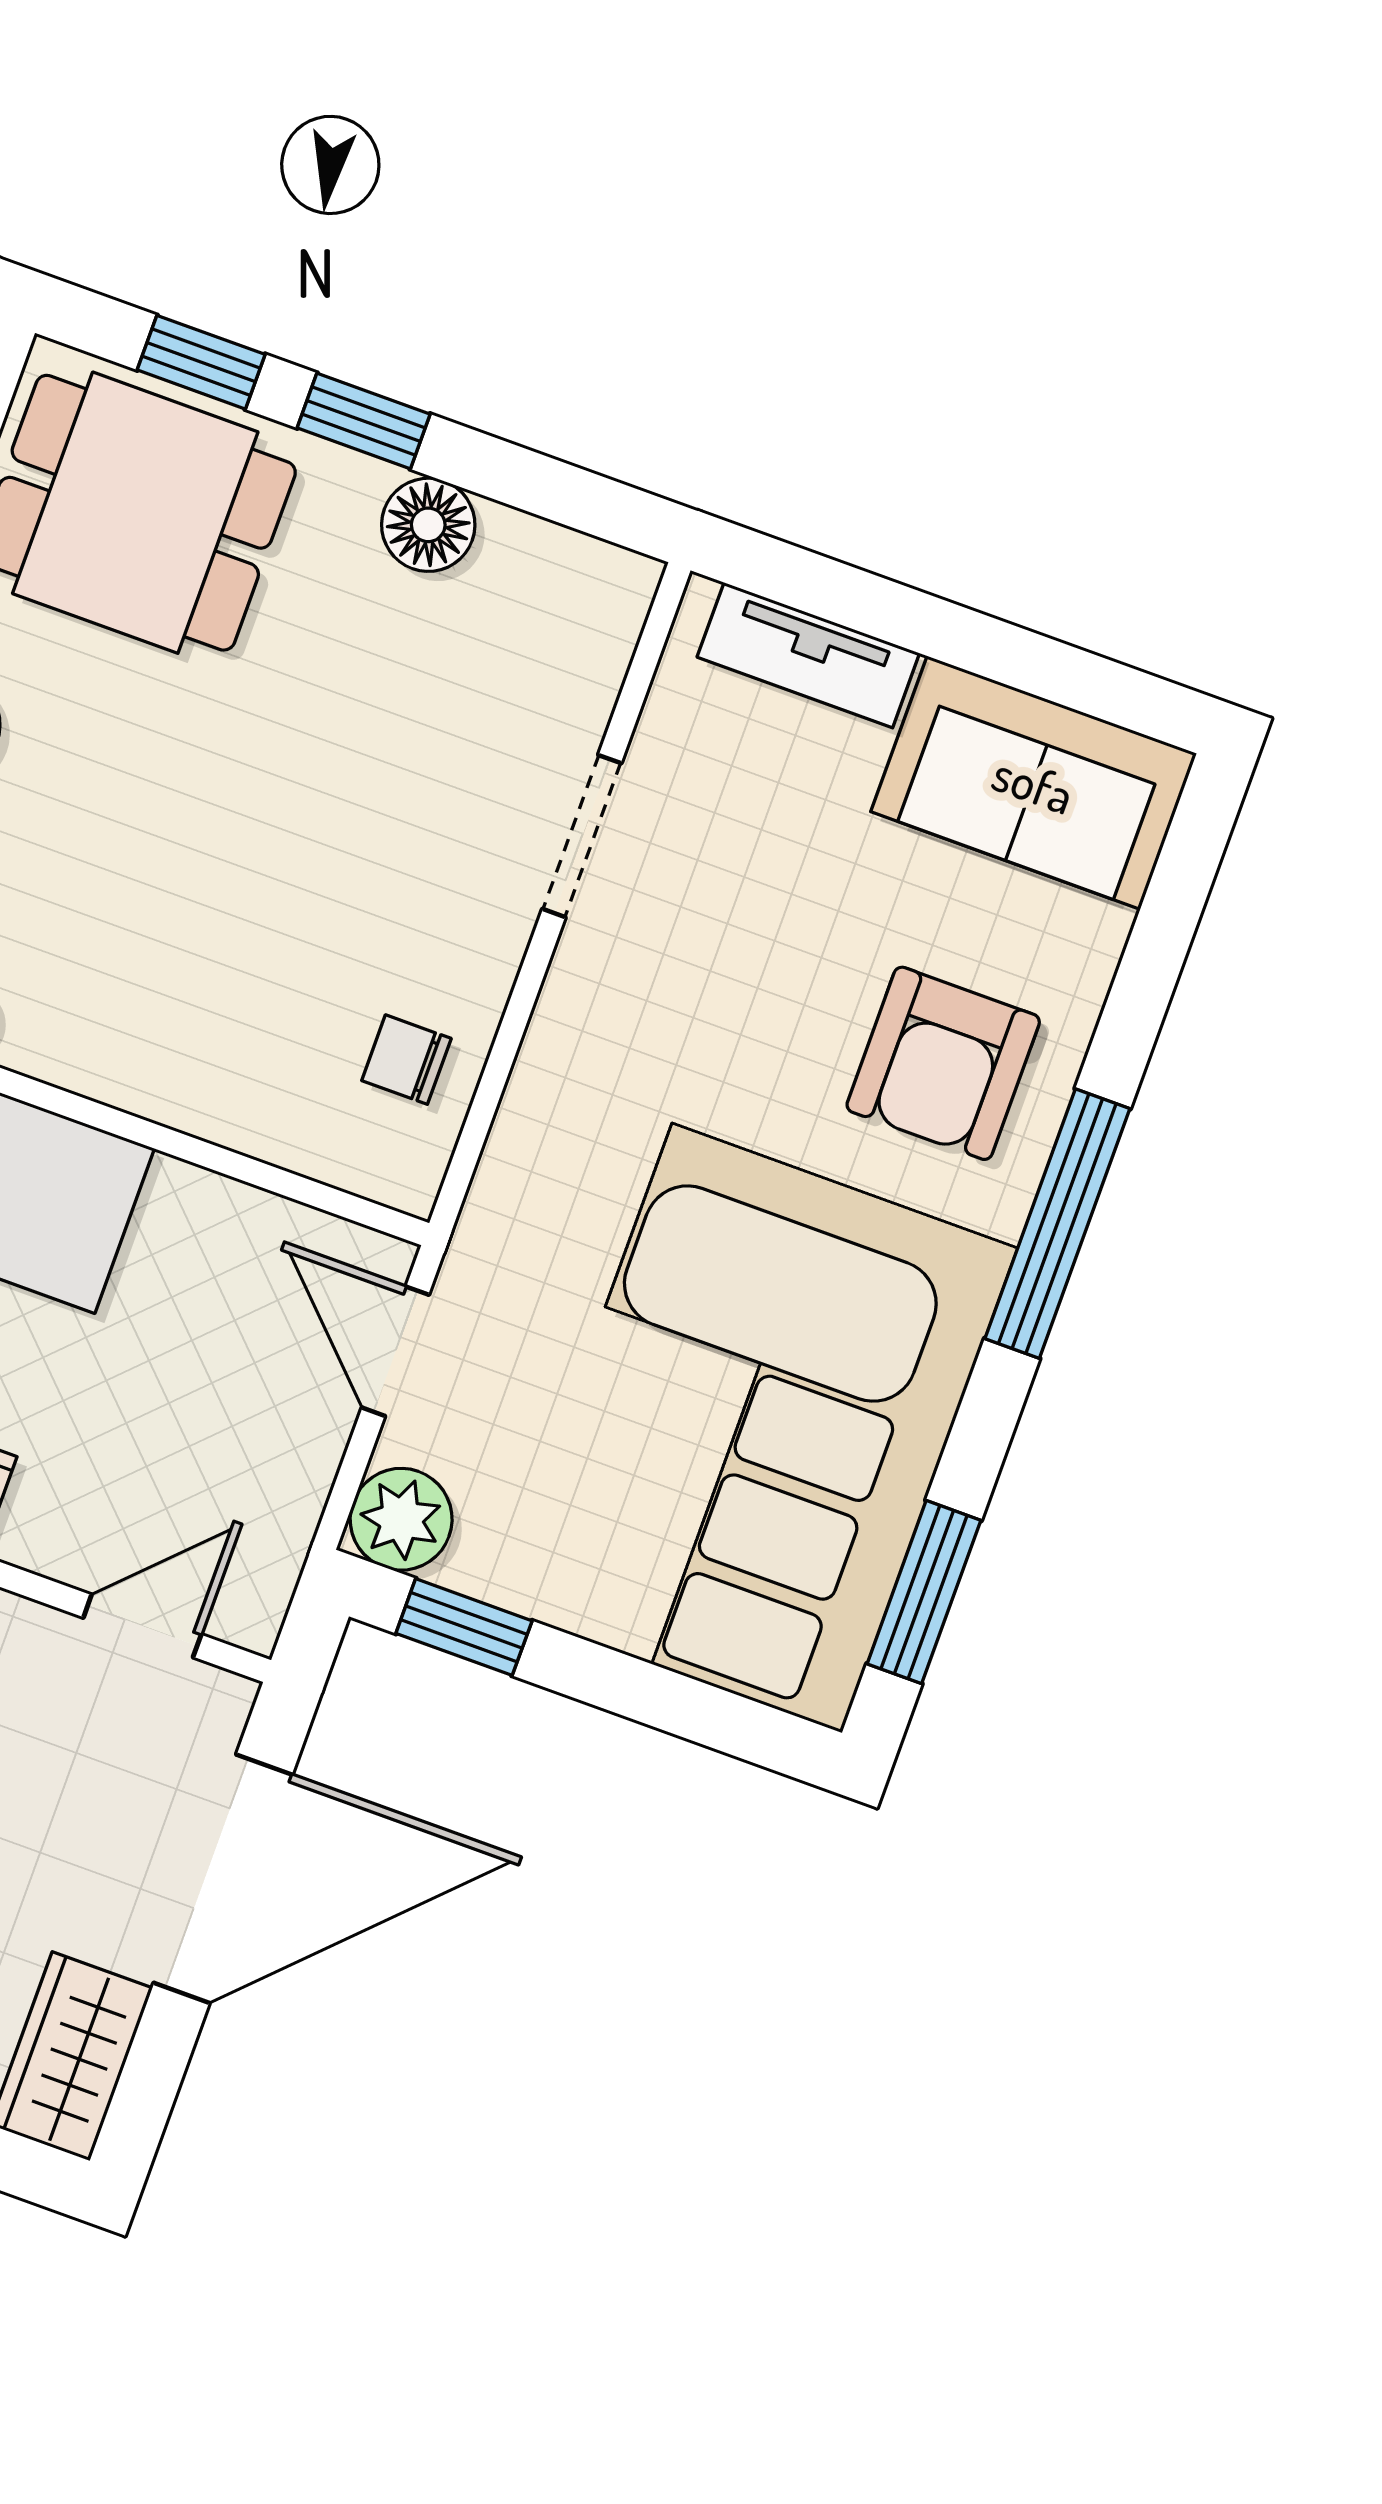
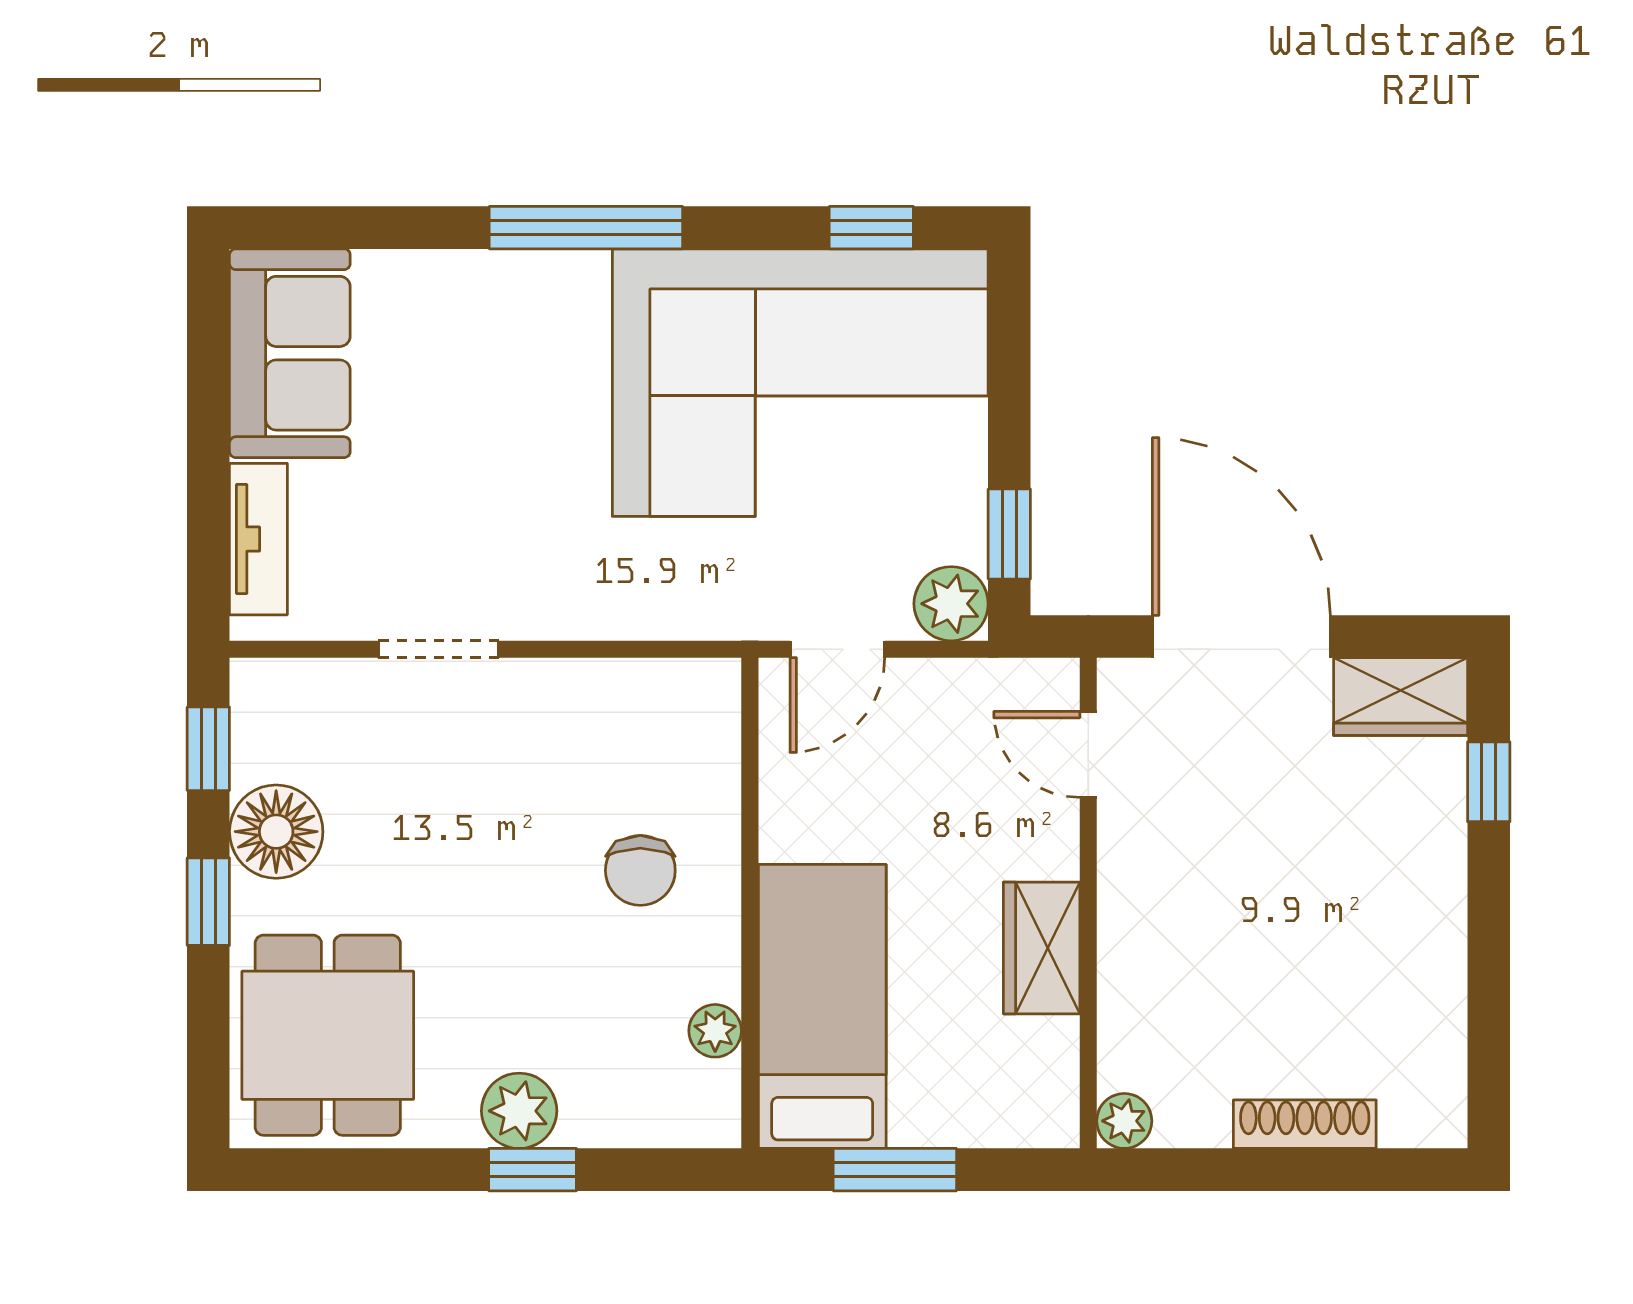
window: (201, 362) -> (208, 749), moved
floor lamp: (428, 525) -> (276, 832), width x1.38, depth x1.38
chair: (406, 1060) -> (640, 870), moved, width x1.37, depth x1.37
armchair: (943, 1063) -> (505, 346), removed
window: (924, 1592) -> (871, 228), width x0.67

